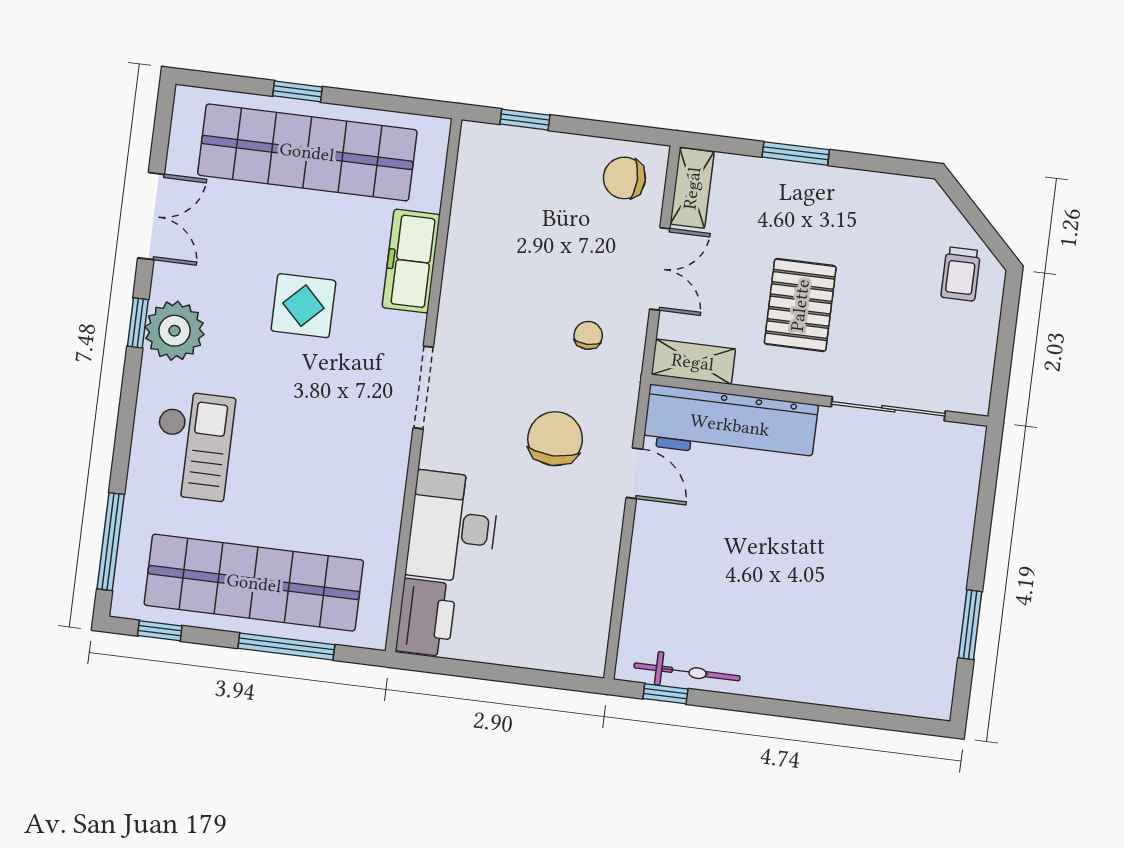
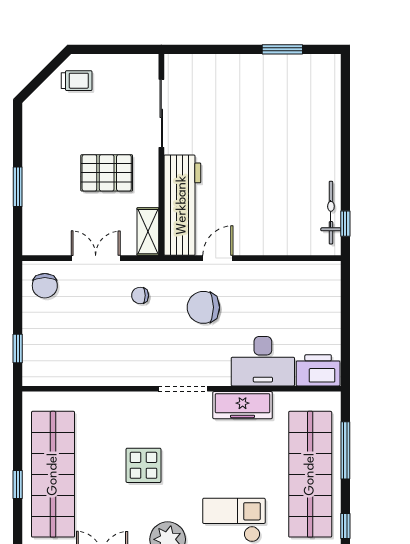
shelving: (692, 188) -> (46, 245), removed
freezer: (411, 261) -> (243, 405), moved

